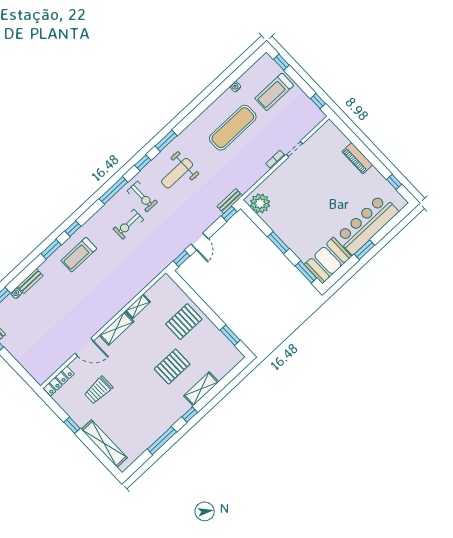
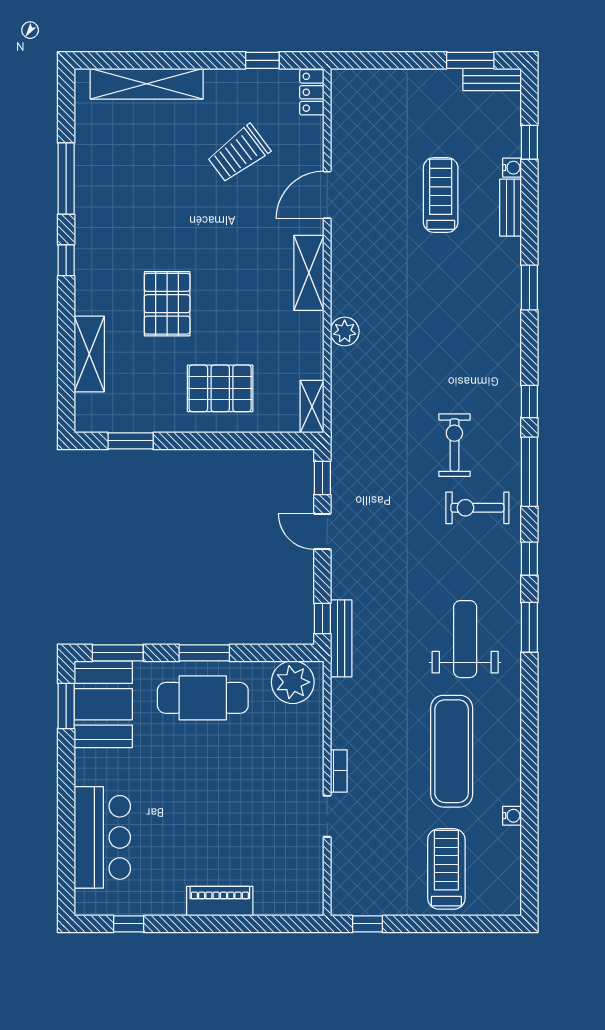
window: (281, 62) -> (482, 924), removed
weight bench: (177, 173) -> (465, 639), moved
bench: (230, 201) -> (341, 638), width x1.36
bar counter: (367, 224) -> (102, 837), width x0.73
window: (73, 229) -> (529, 401), moved
cafe table: (294, 229) -> (203, 698), added
window: (365, 250) -> (66, 706), moved
treadmill: (79, 255) -> (441, 195), moved
plant: (125, 298) -> (345, 331), added
shelving: (138, 306) -> (312, 407), moved
pallet: (184, 322) -> (220, 388), turned 90
locker: (59, 381) -> (312, 92), width x0.66
shelving: (201, 389) -> (89, 354), moved
trolley: (98, 390) -> (239, 153), turned -127
window: (72, 425) -> (262, 60), moved

